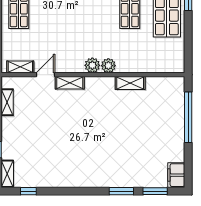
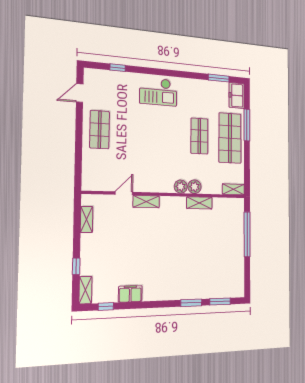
plant: (92, 65) -> (195, 187), moved
shelving: (20, 67) -> (233, 189), moved
filing cabinet: (176, 175) -> (130, 294), moved, turned 90

